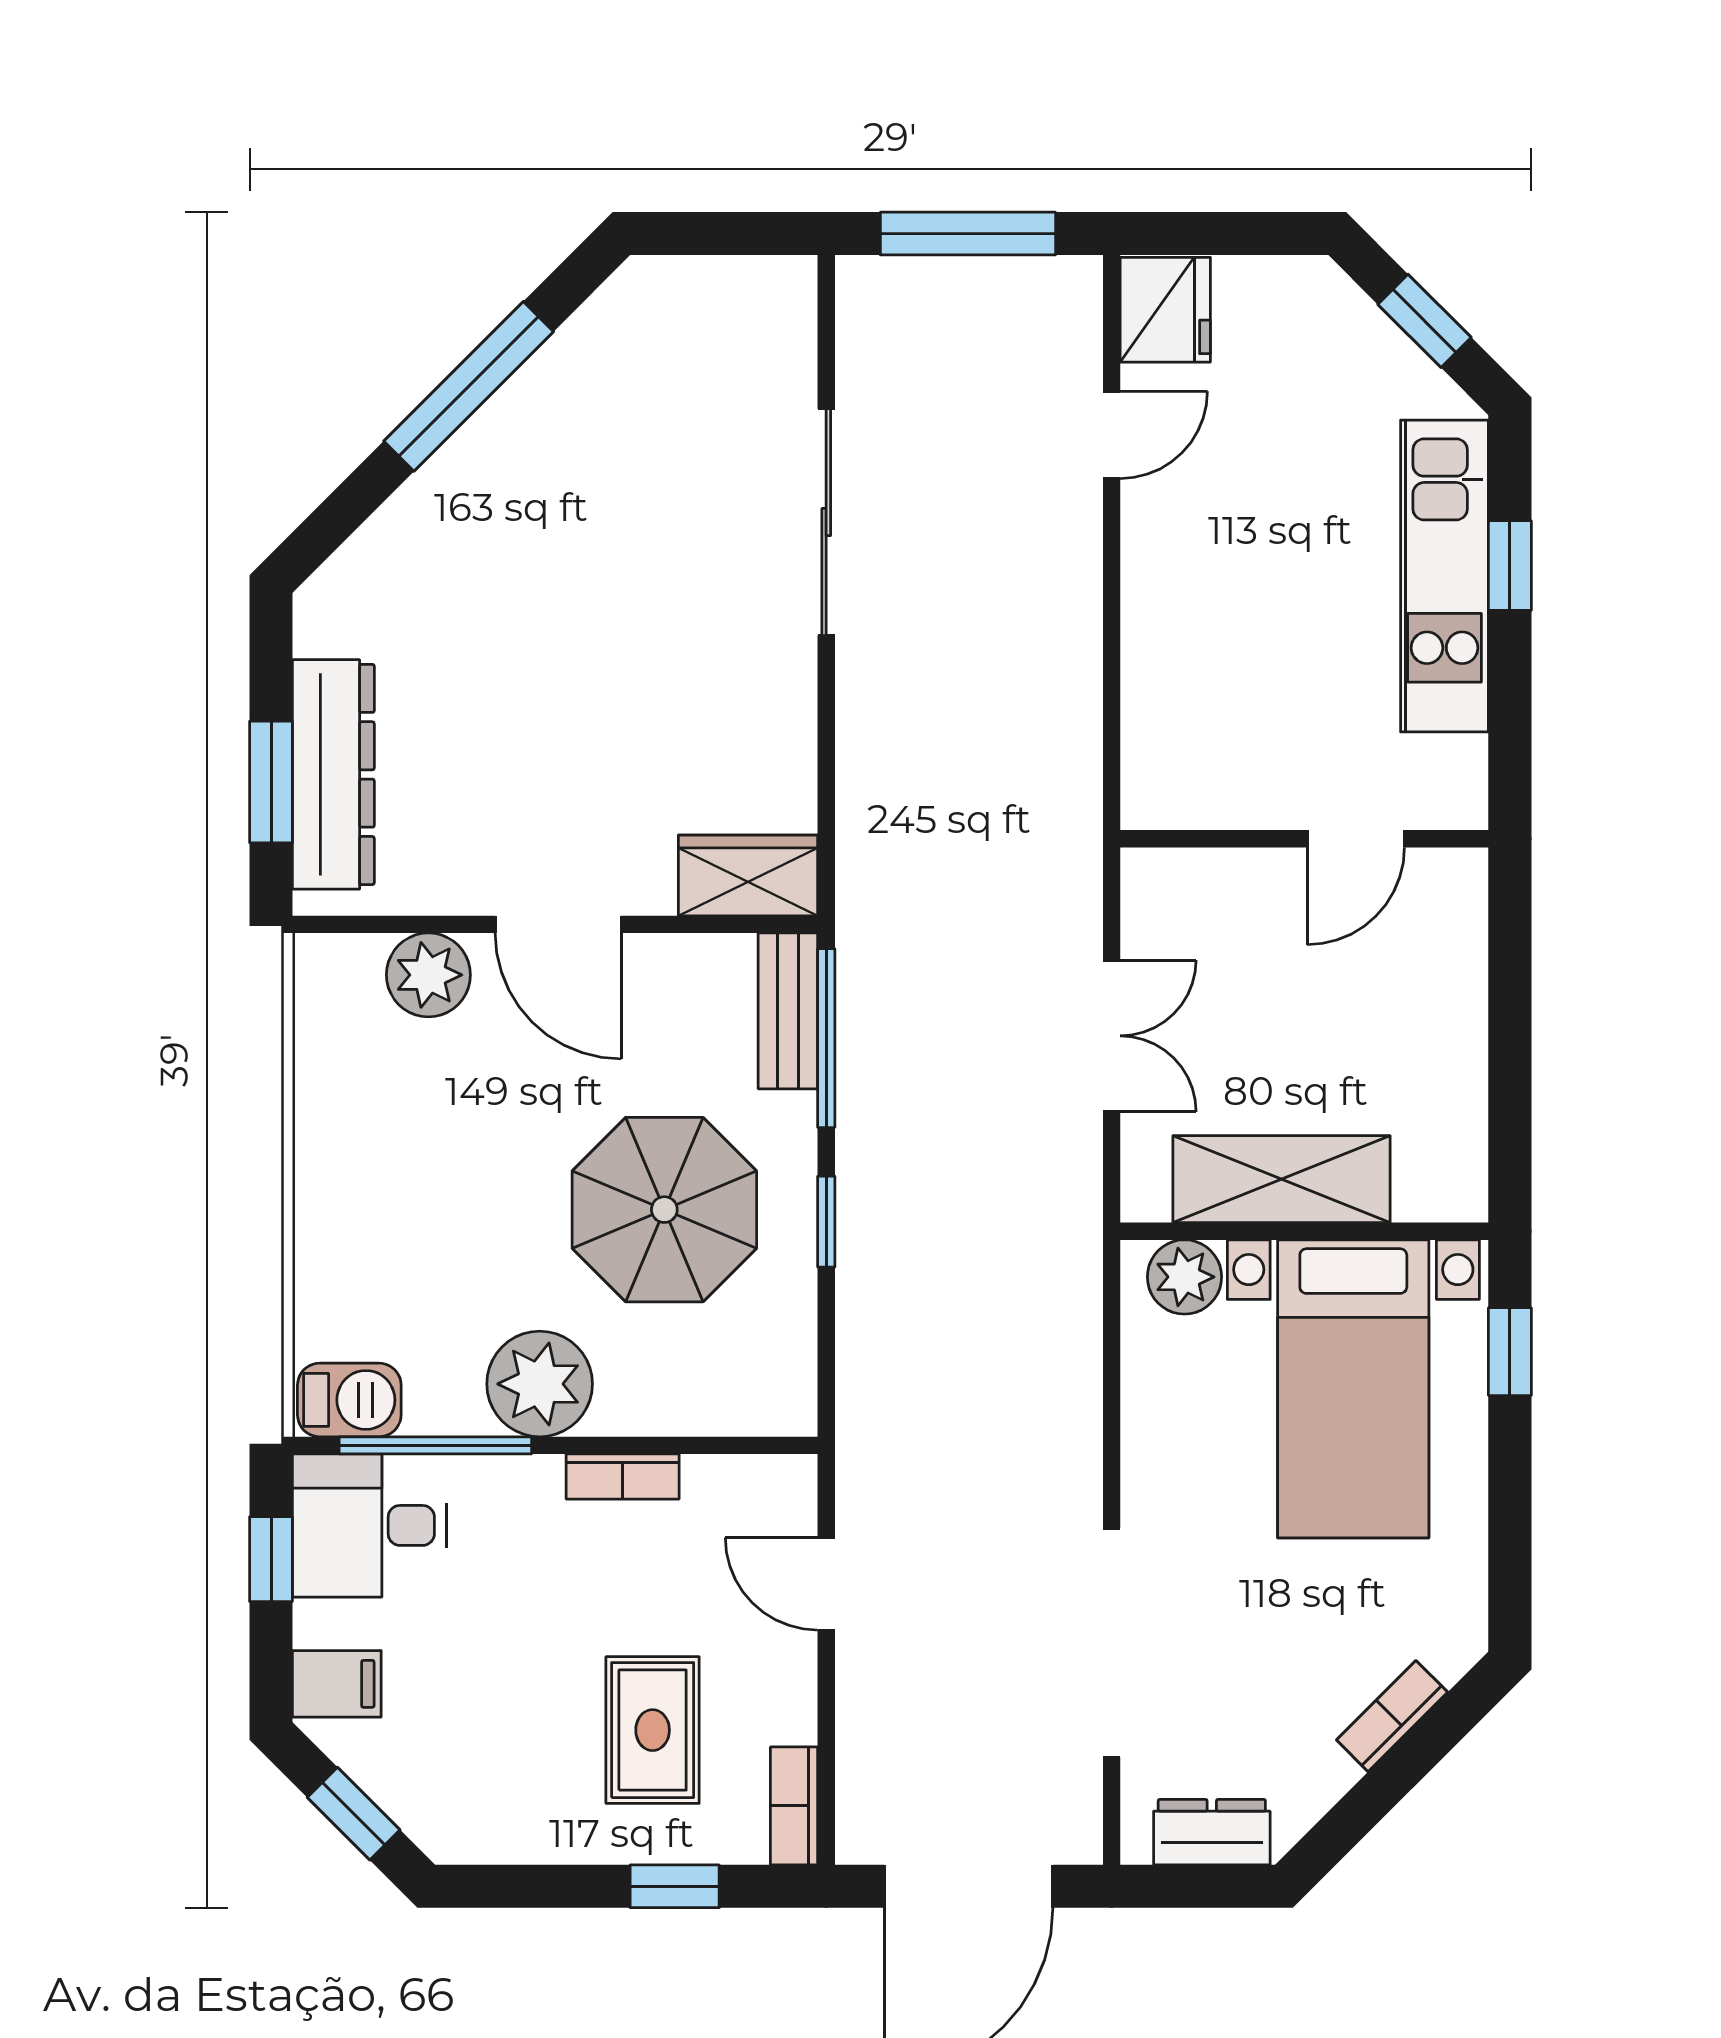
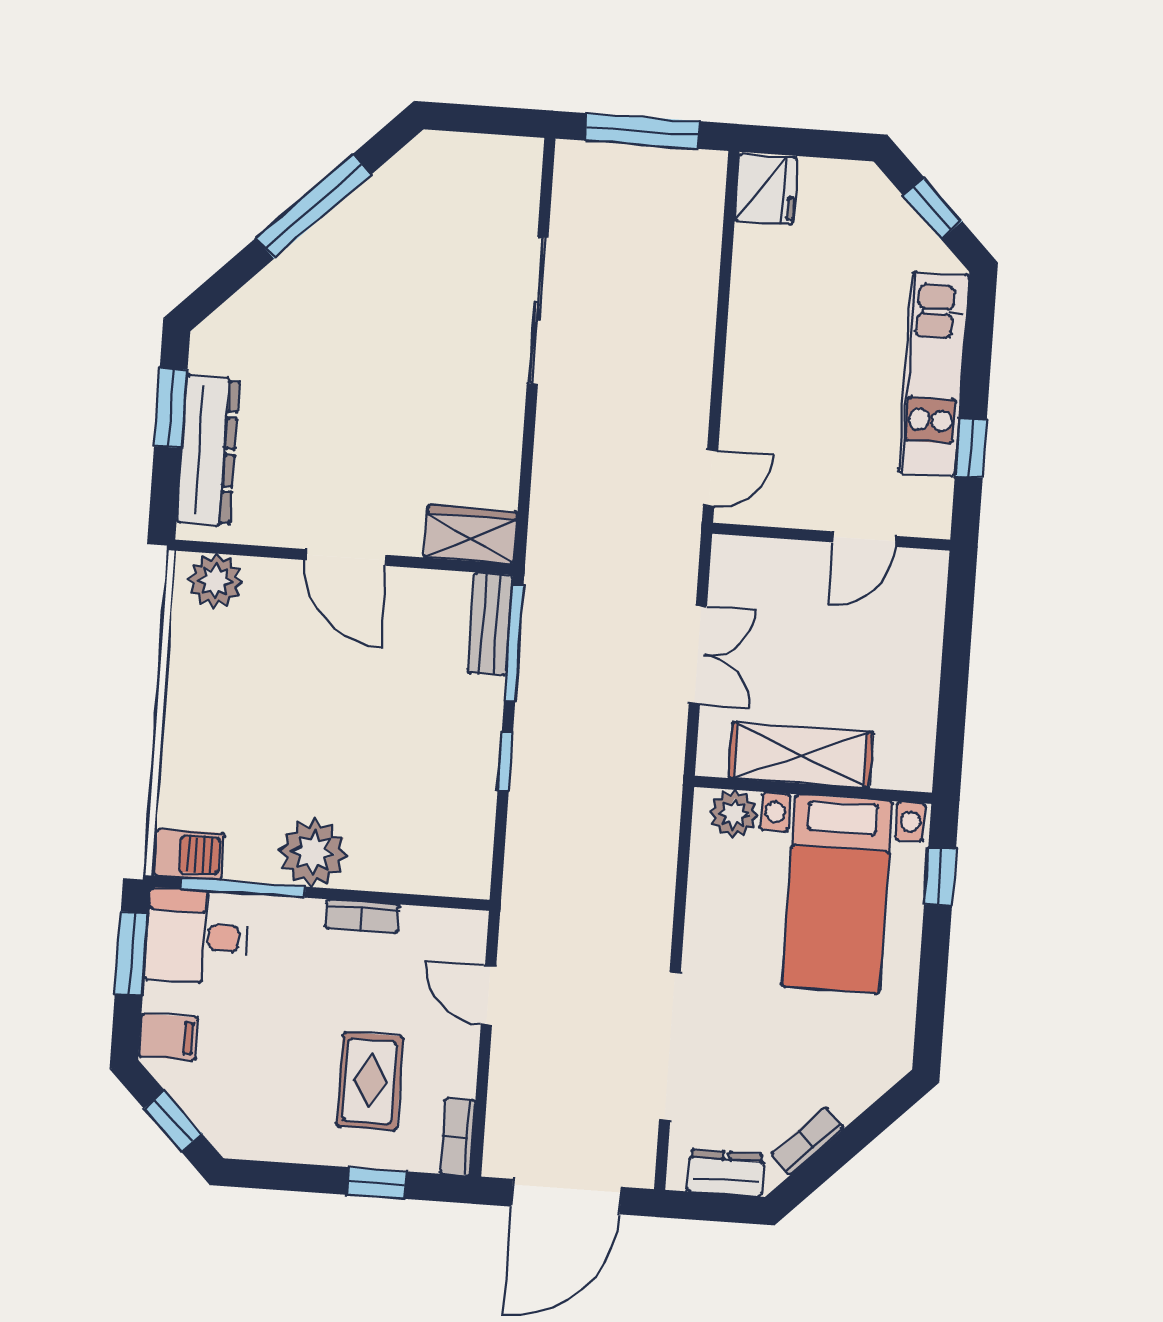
door: (1112, 435) -> (711, 478), moved
window: (1510, 566) -> (971, 448), moved
window: (271, 782) -> (171, 408), moved
plant: (428, 975) -> (215, 581), moved
parasol: (664, 1210) -> (401, 746), removed
window: (271, 1559) -> (132, 953), width x1.50
bookcase: (1392, 1716) -> (807, 1141), moved

